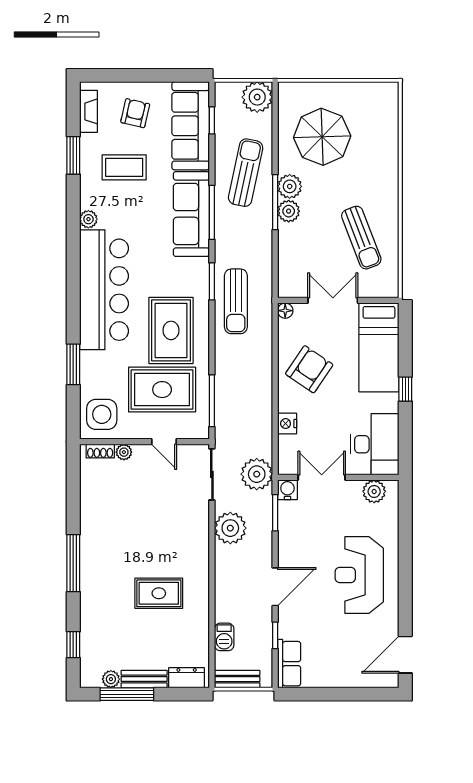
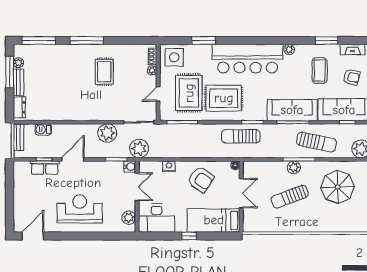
plant: (290, 186) -> (308, 168), removed
sun lounger: (361, 238) -> (290, 197), moved
door: (275, 587) -> (73, 159), swing flipped
rug: (159, 593) -> (104, 72), moved
window: (73, 645) -> (39, 41), width x2.17
door: (405, 655) -> (33, 236), hinge flipped
row of seats: (289, 664) -> (45, 168), moved

